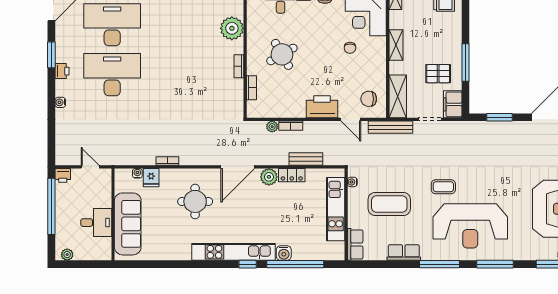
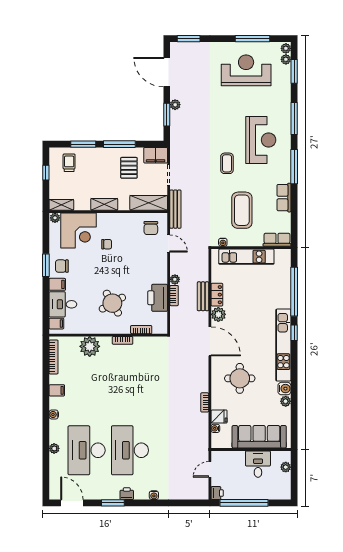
window: (465, 21) -> (83, 144), added
printer: (322, 107) -> (158, 298), moved
door: (351, 119) -> (169, 243), hinge flipped
plant: (272, 127) -> (175, 279), moved
plant: (511, 127) -> (175, 105), added
bench: (306, 159) -> (203, 296), moved
reception desk: (470, 226) -> (261, 140), width x0.74, depth x0.77
water cooler: (284, 253) -> (284, 389), moved
plant: (169, 254) -> (286, 401), added
plant: (67, 255) -> (286, 467), moved

